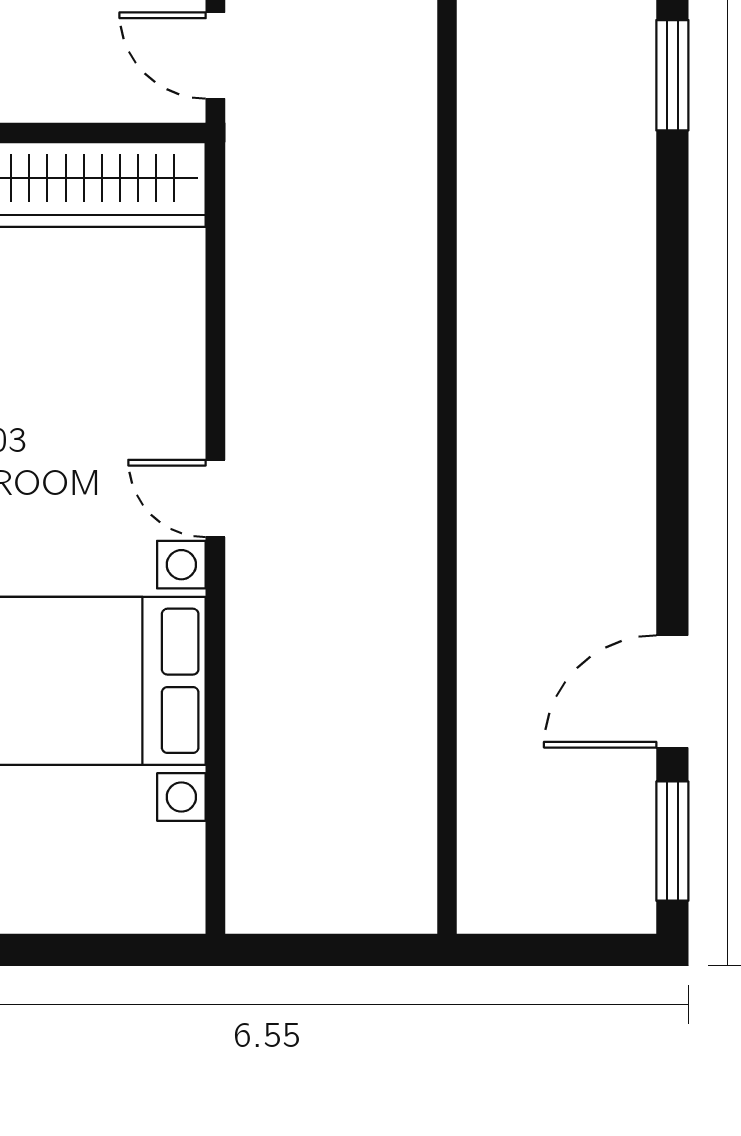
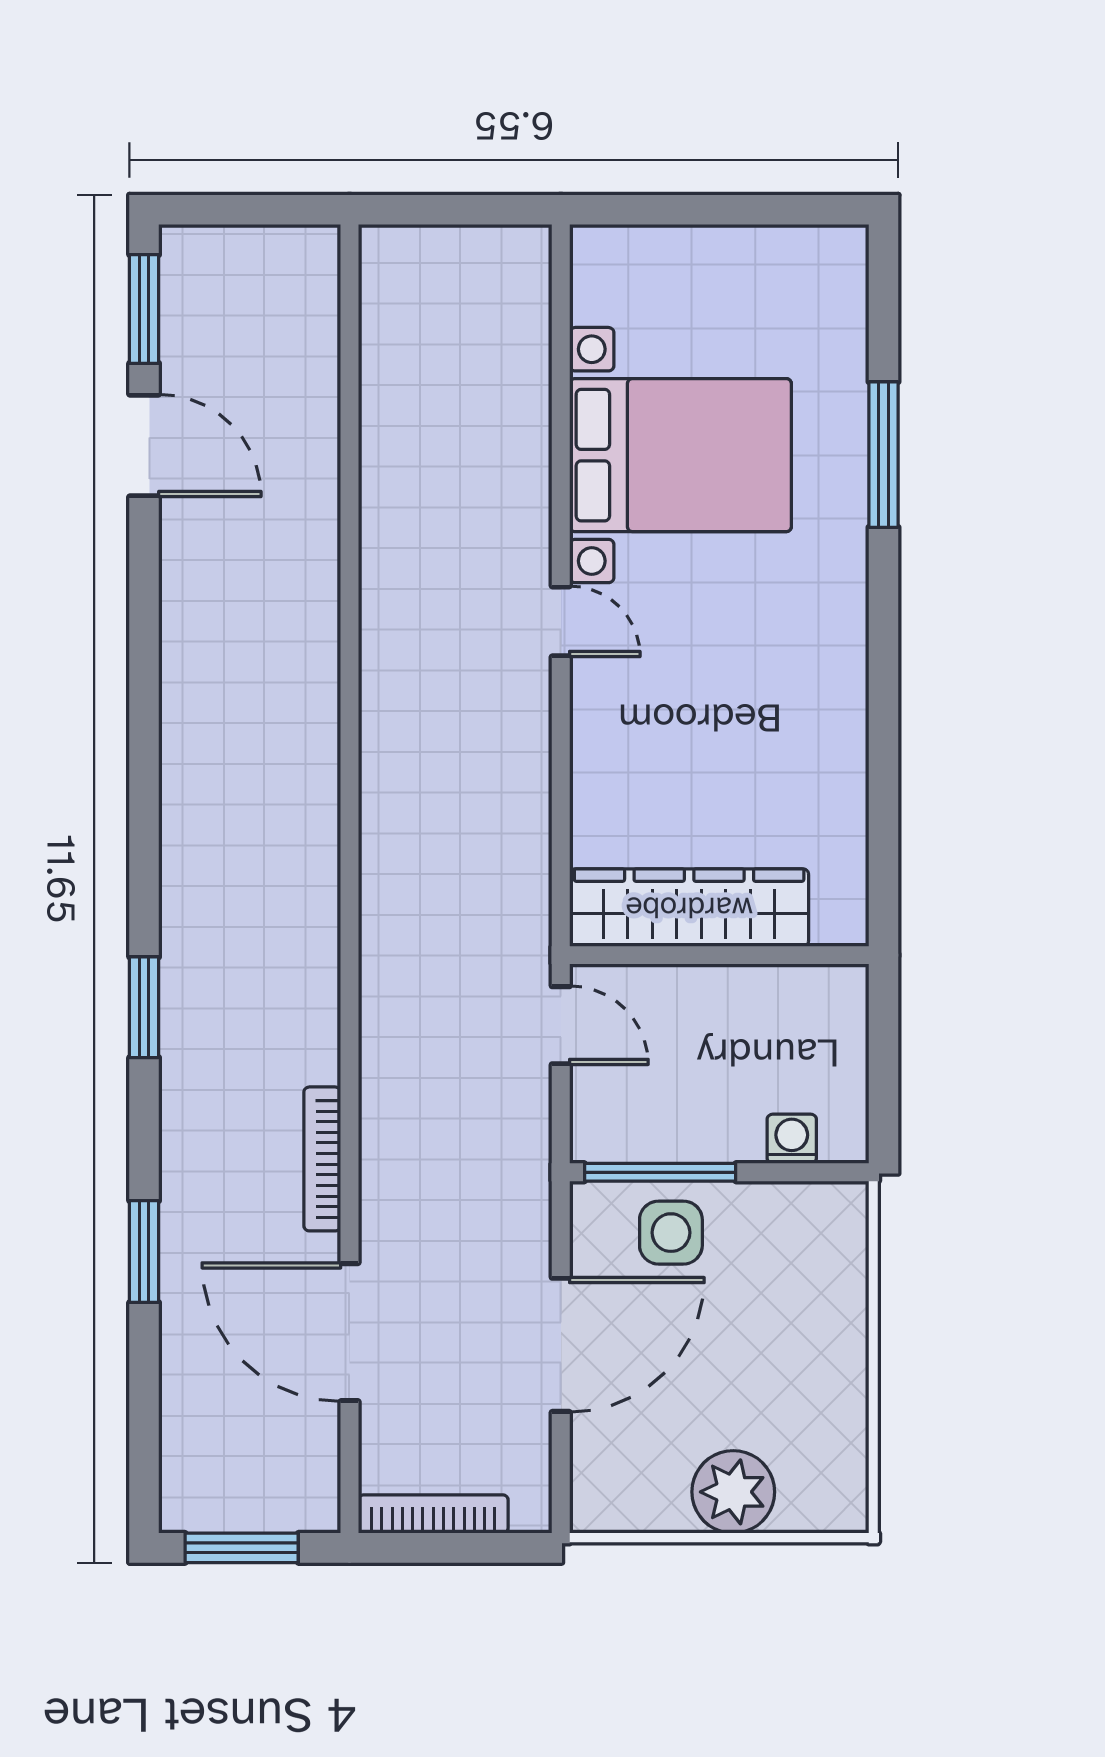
door: (672, 691) -> (144, 445), hinge flipped

